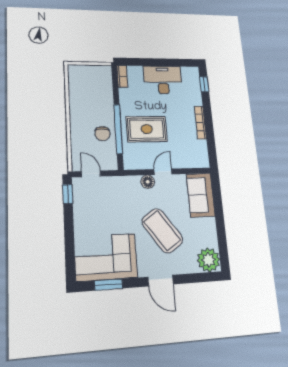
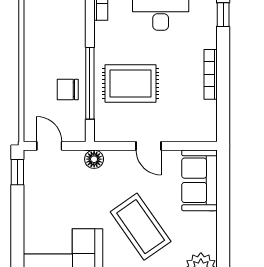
chair: (102, 134) -> (68, 89), turned 90
door: (163, 172) -> (149, 146), swing flipped
floor lamp: (148, 182) -> (94, 159), moved

